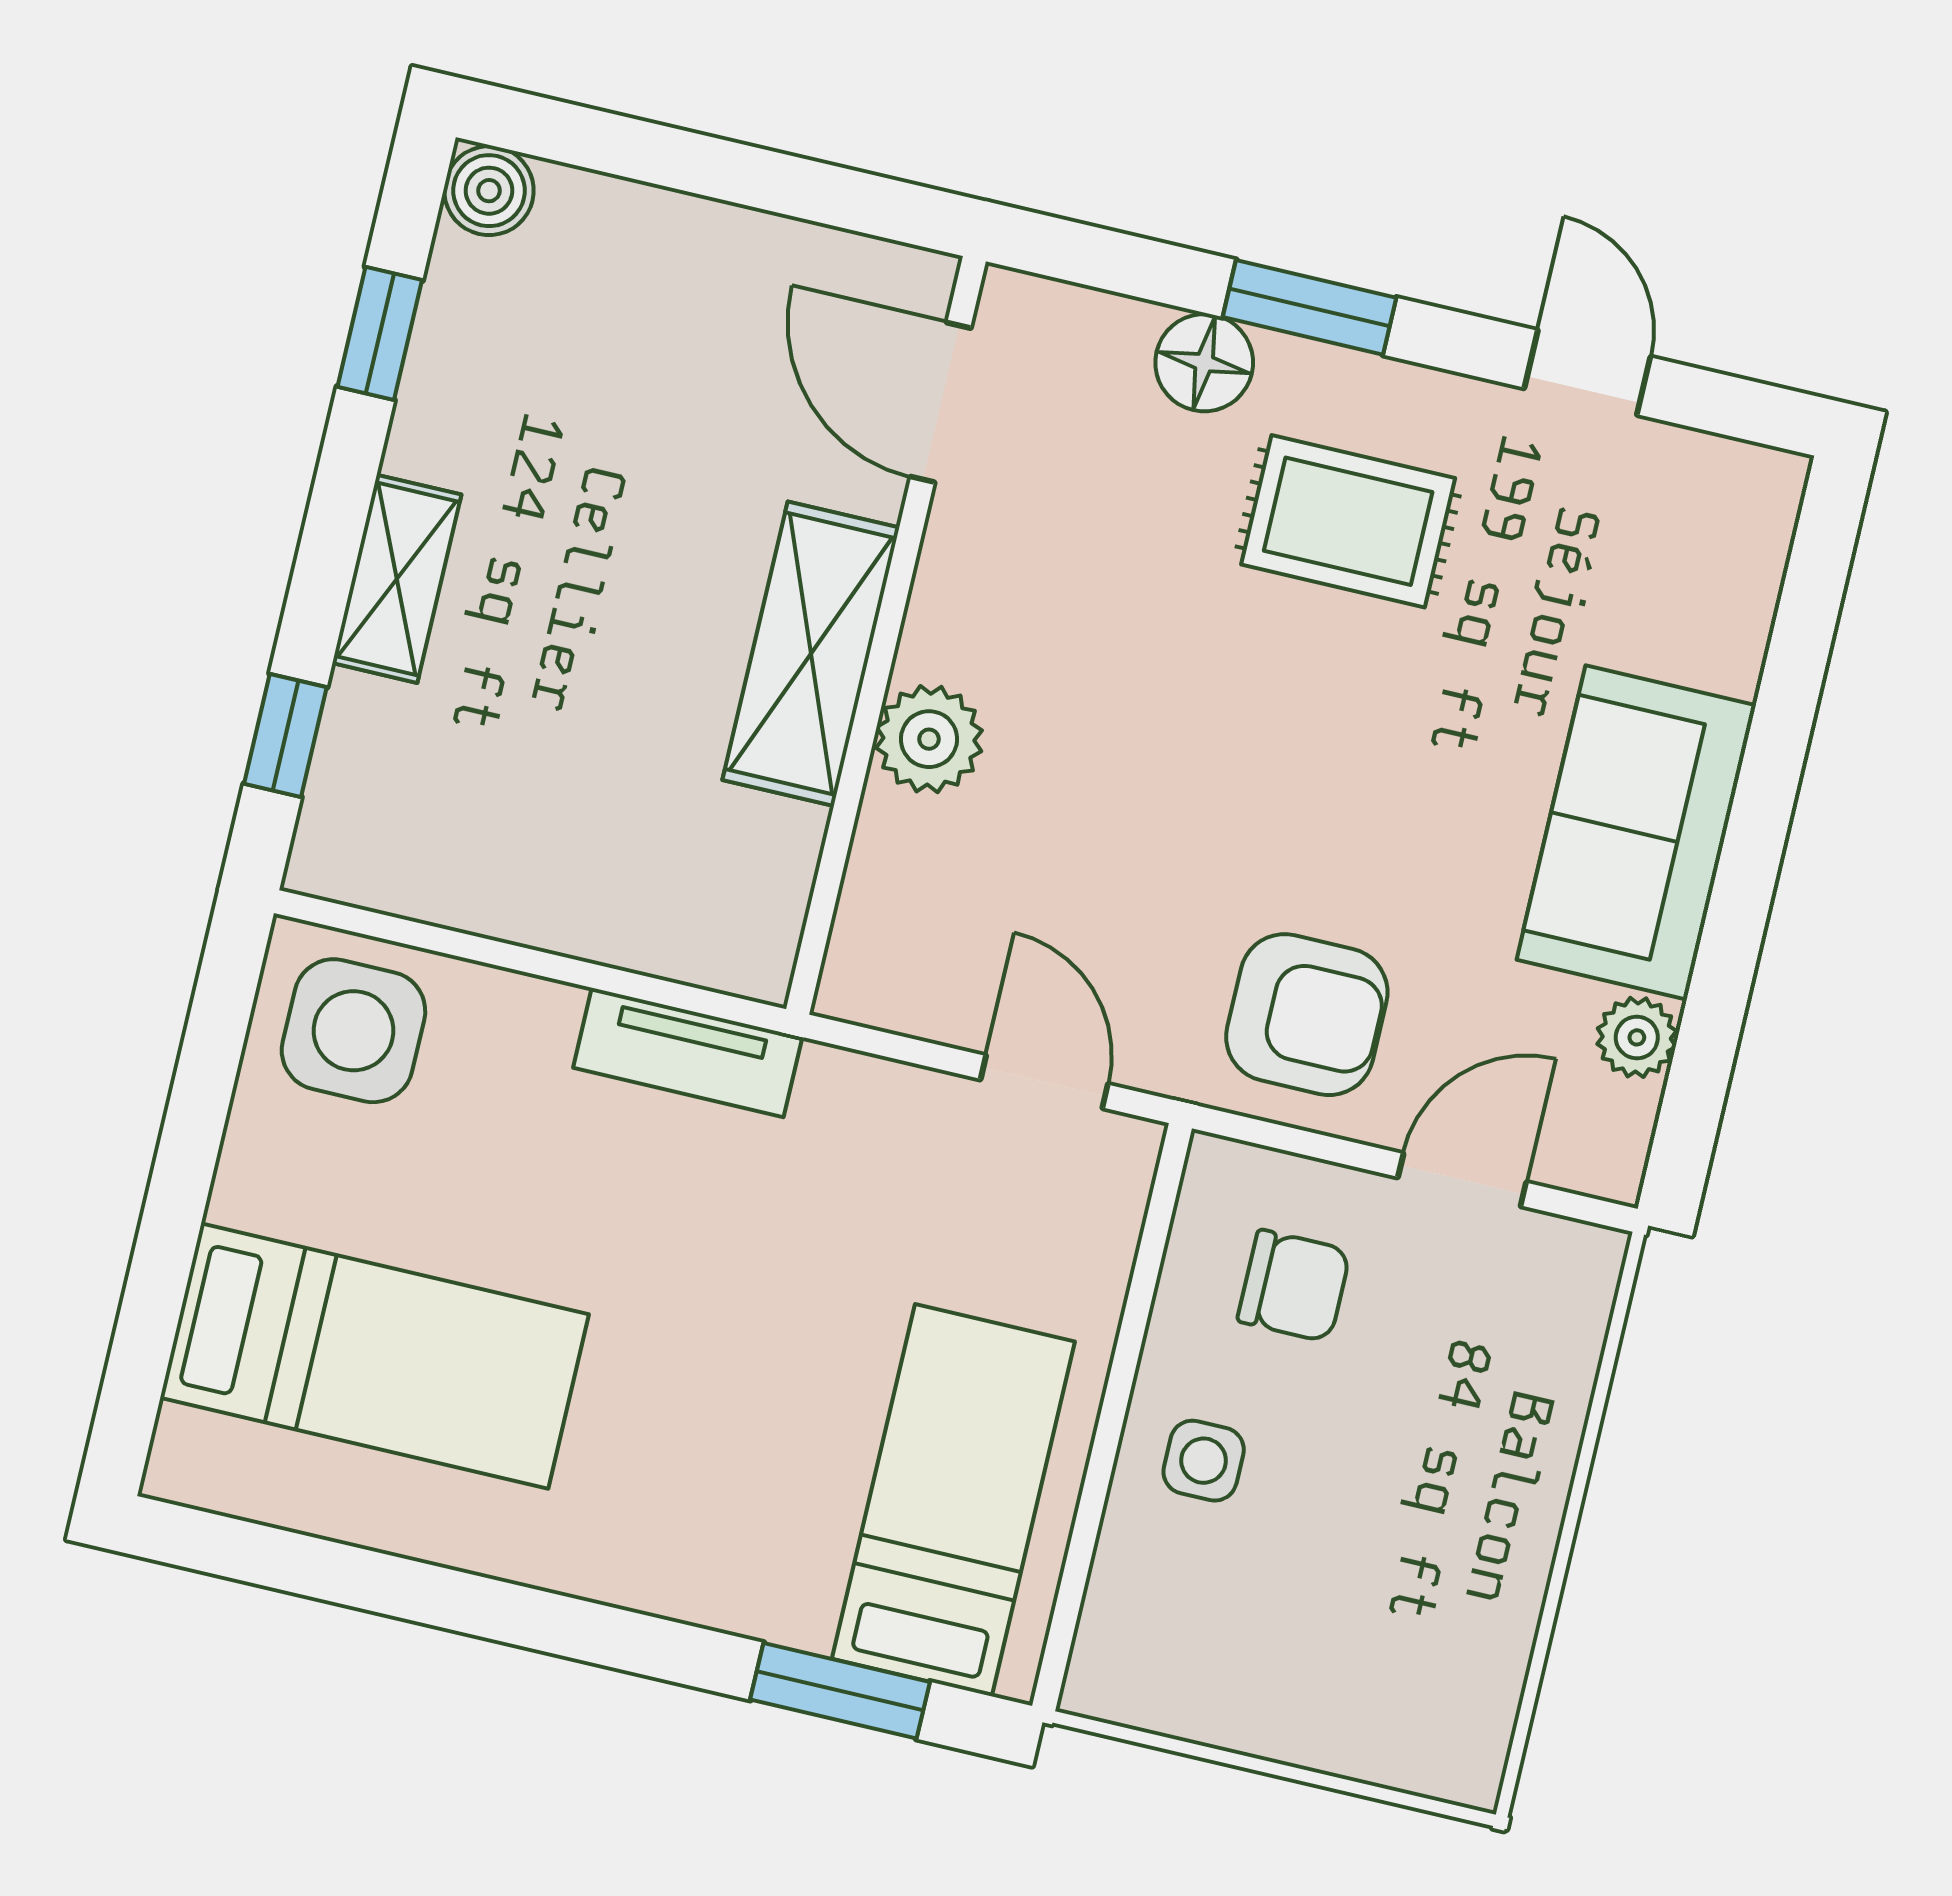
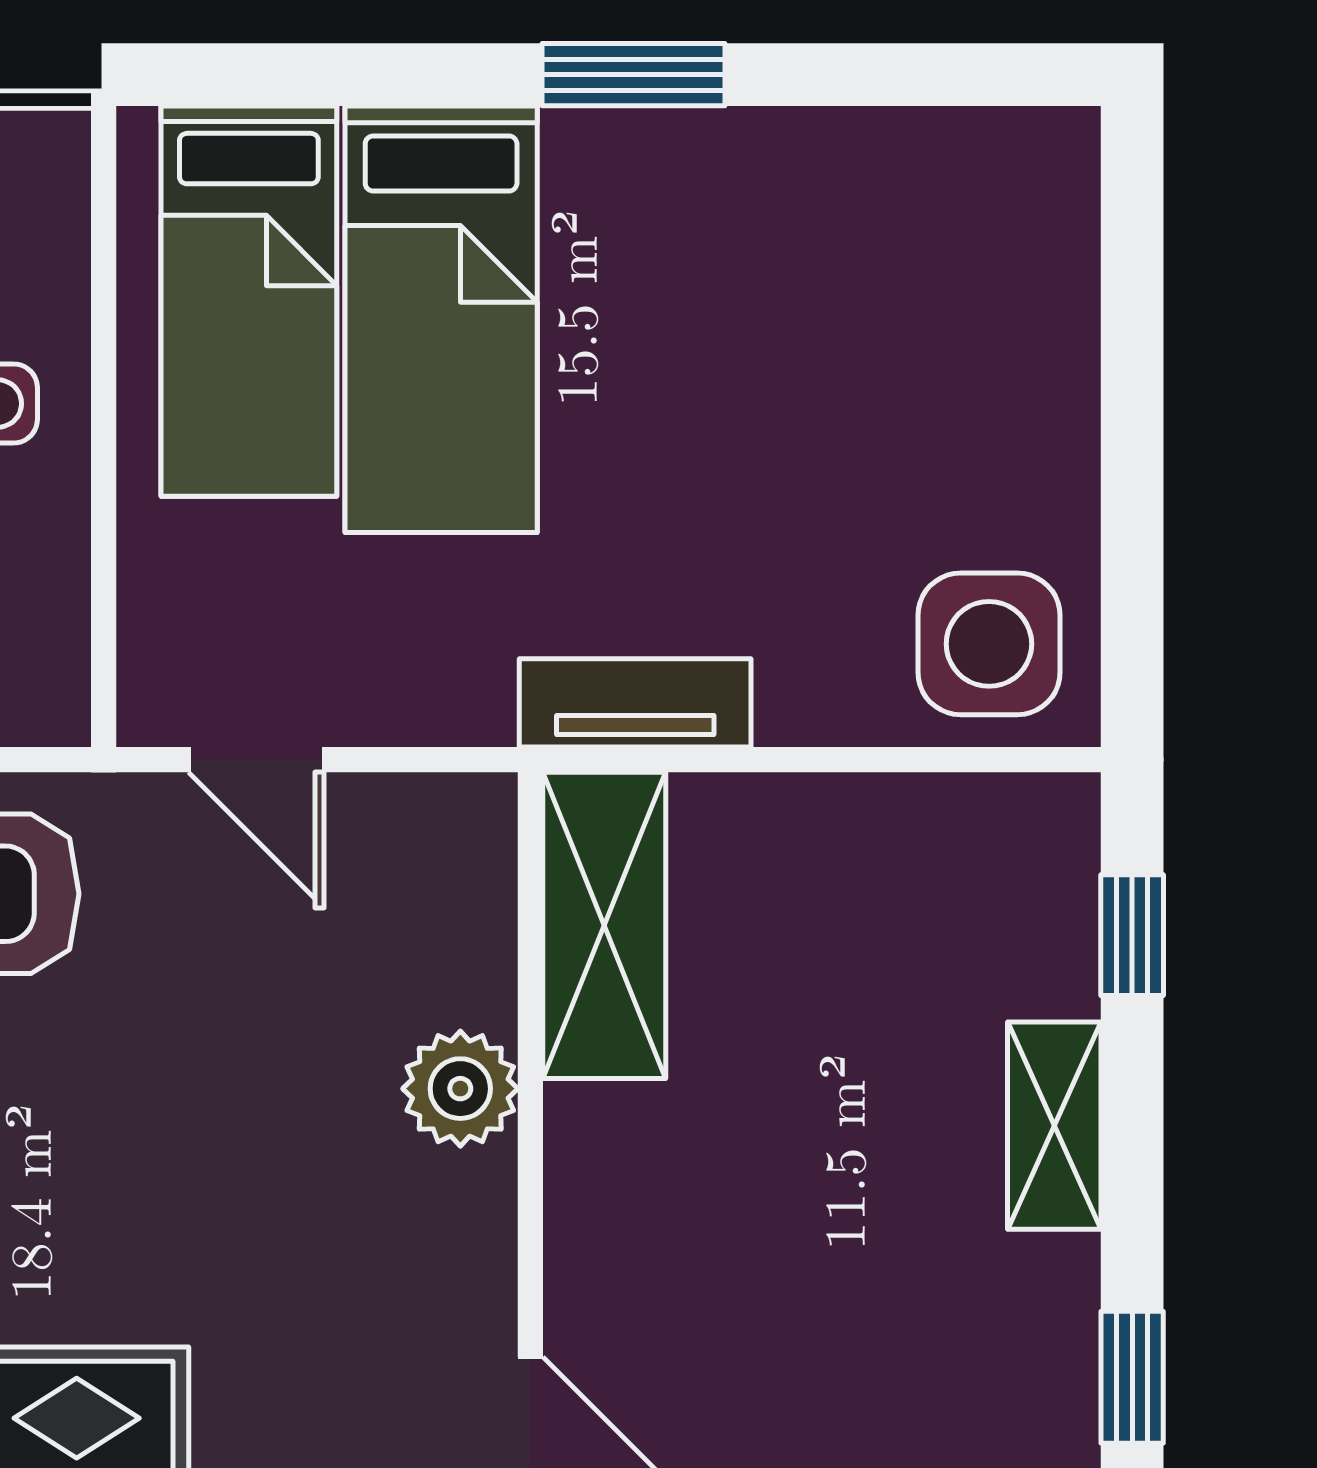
shelving: (811, 654) -> (604, 925), moved
bed: (374, 1356) -> (441, 319), moved, turned -90
window: (840, 1691) -> (633, 75), moved

